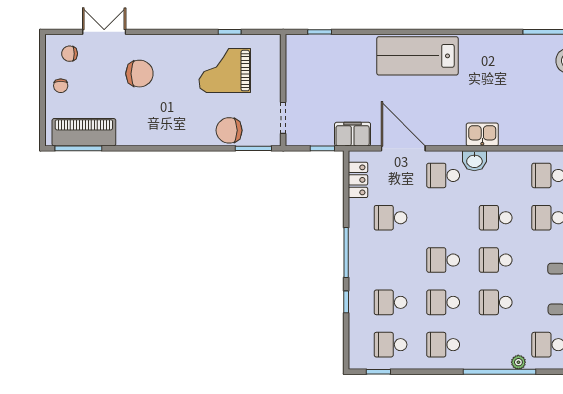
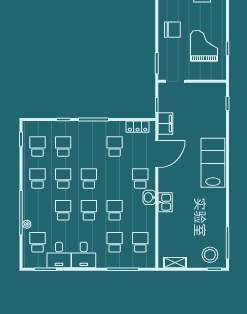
chair: (229, 130) -> (172, 30), moved, turned 90

